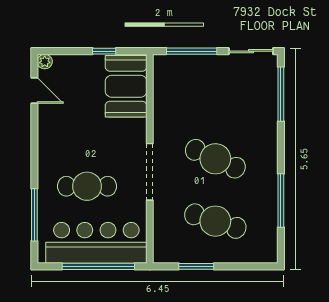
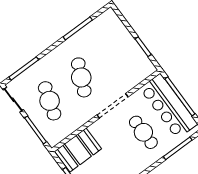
cafe table: (215, 221) -> (50, 101), moved

